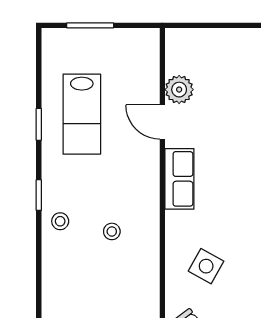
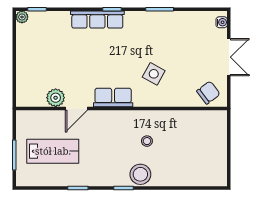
lab bench: (82, 114) -> (53, 151), moved
stool: (60, 221) -> (140, 174), width x1.89, depth x1.89
side table: (206, 266) -> (154, 74), moved

